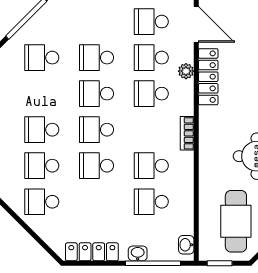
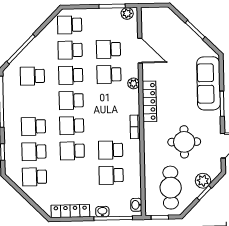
locker: (208, 77) -> (149, 101), moved
school desk: (151, 94) -> (70, 50), moved

